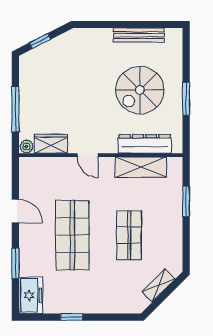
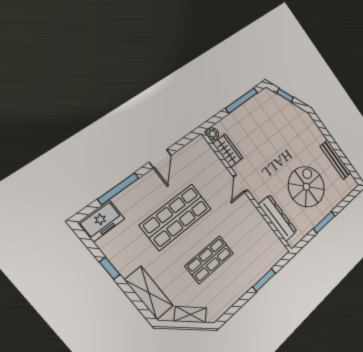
spiral stairs: (140, 90) -> (306, 187), turned 90
window: (15, 109) -> (242, 100), moved
shelving: (141, 167) -> (149, 293), moved
window: (15, 263) -> (118, 189), width x1.44

